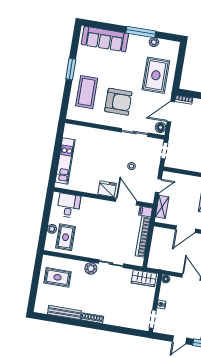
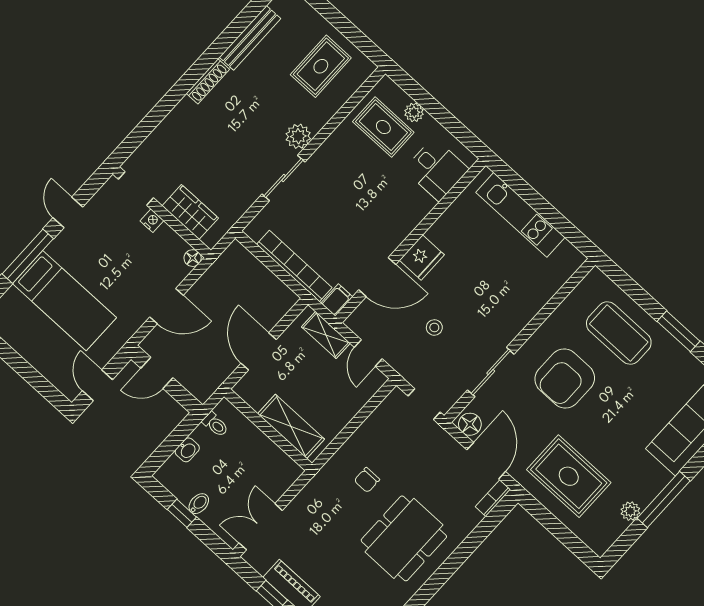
wardrobe: (144, 278) -> (190, 212), moved, turned 90

